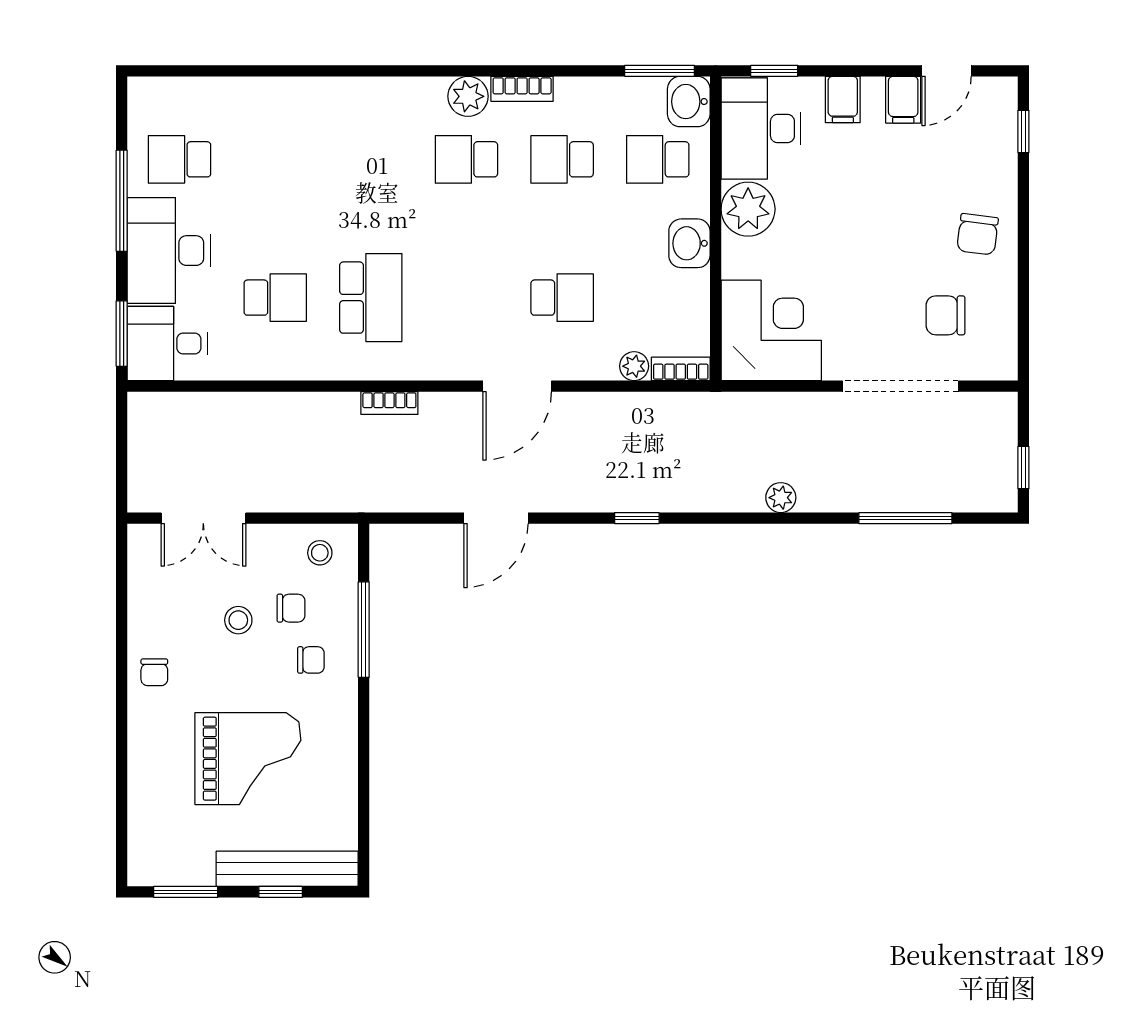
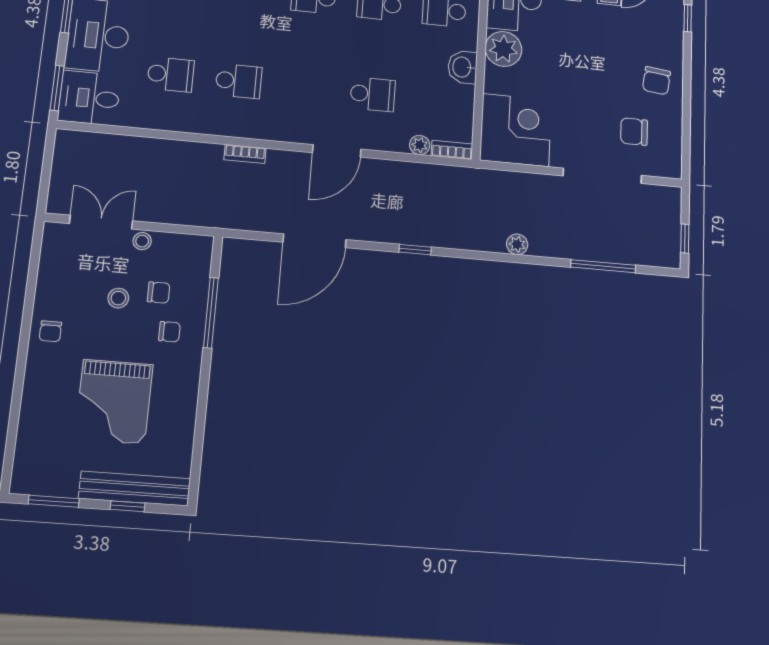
school desk: (371, 298) -> (239, 81), width x0.54
double door: (203, 518) -> (101, 222), swing flipped
door: (496, 518) -> (314, 241), width x1.36
stool: (320, 553) -> (142, 241), moved
grand piano: (248, 759) -> (114, 402), turned 90

